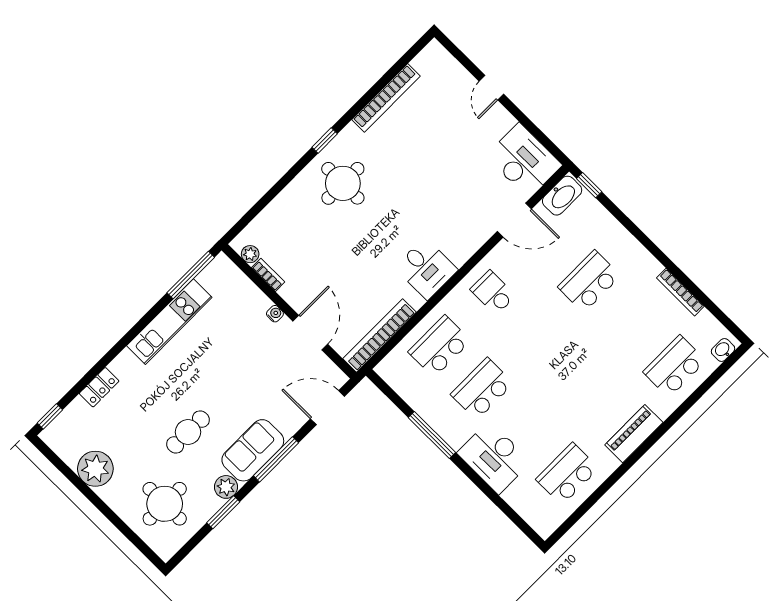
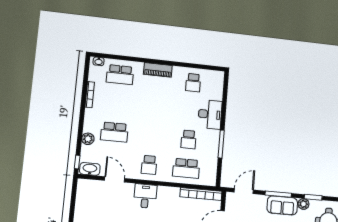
desk: (524, 161) -> (88, 195), removed
plant: (612, 231) -> (88, 139), added
desk: (426, 269) -> (145, 196), moved
school desk: (482, 389) -> (189, 139), width x0.54
door: (327, 408) -> (244, 191), swing flipped
school desk: (567, 474) -> (193, 83), width x0.54

